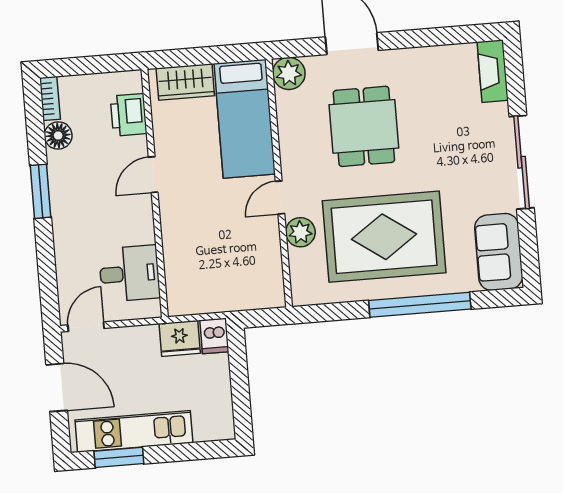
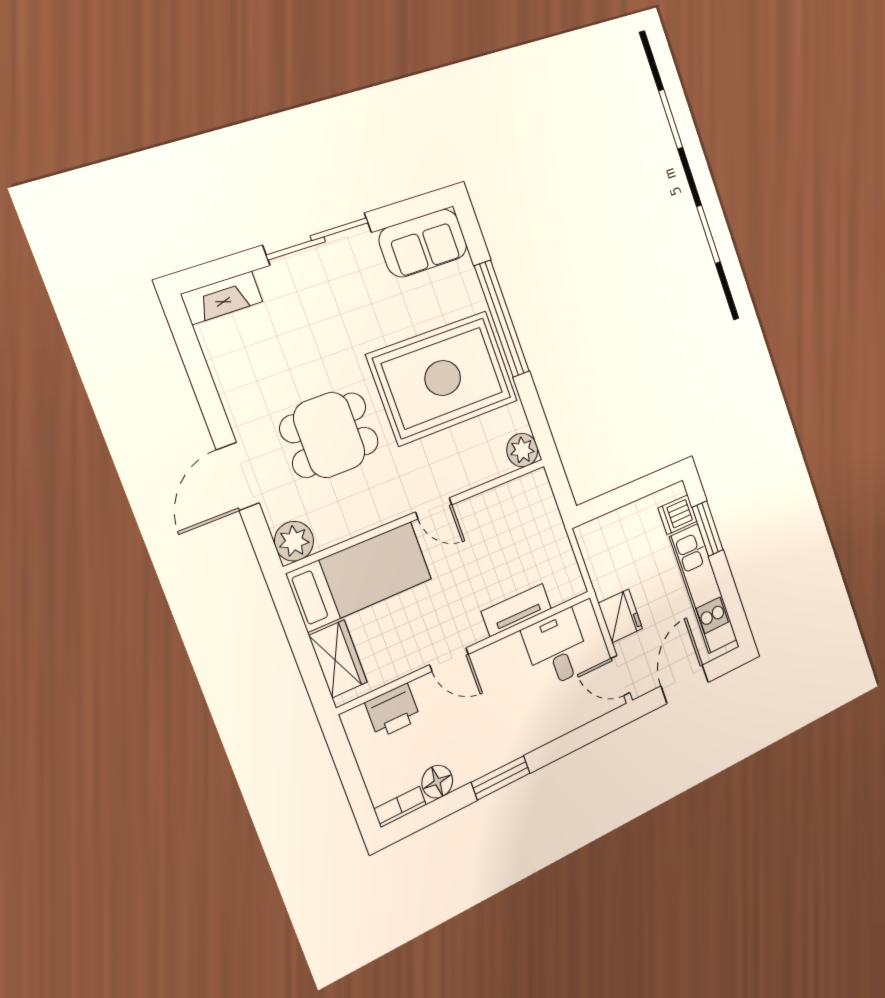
plant: (300, 232) -> (522, 450), moved
rug: (384, 237) -> (443, 378), turned 90
tv unit: (174, 246) -> (516, 610), added
dishwasher: (214, 336) -> (677, 515), moved, turned 180
fridge: (180, 338) -> (620, 616), moved
window: (119, 457) -> (708, 529), moved

